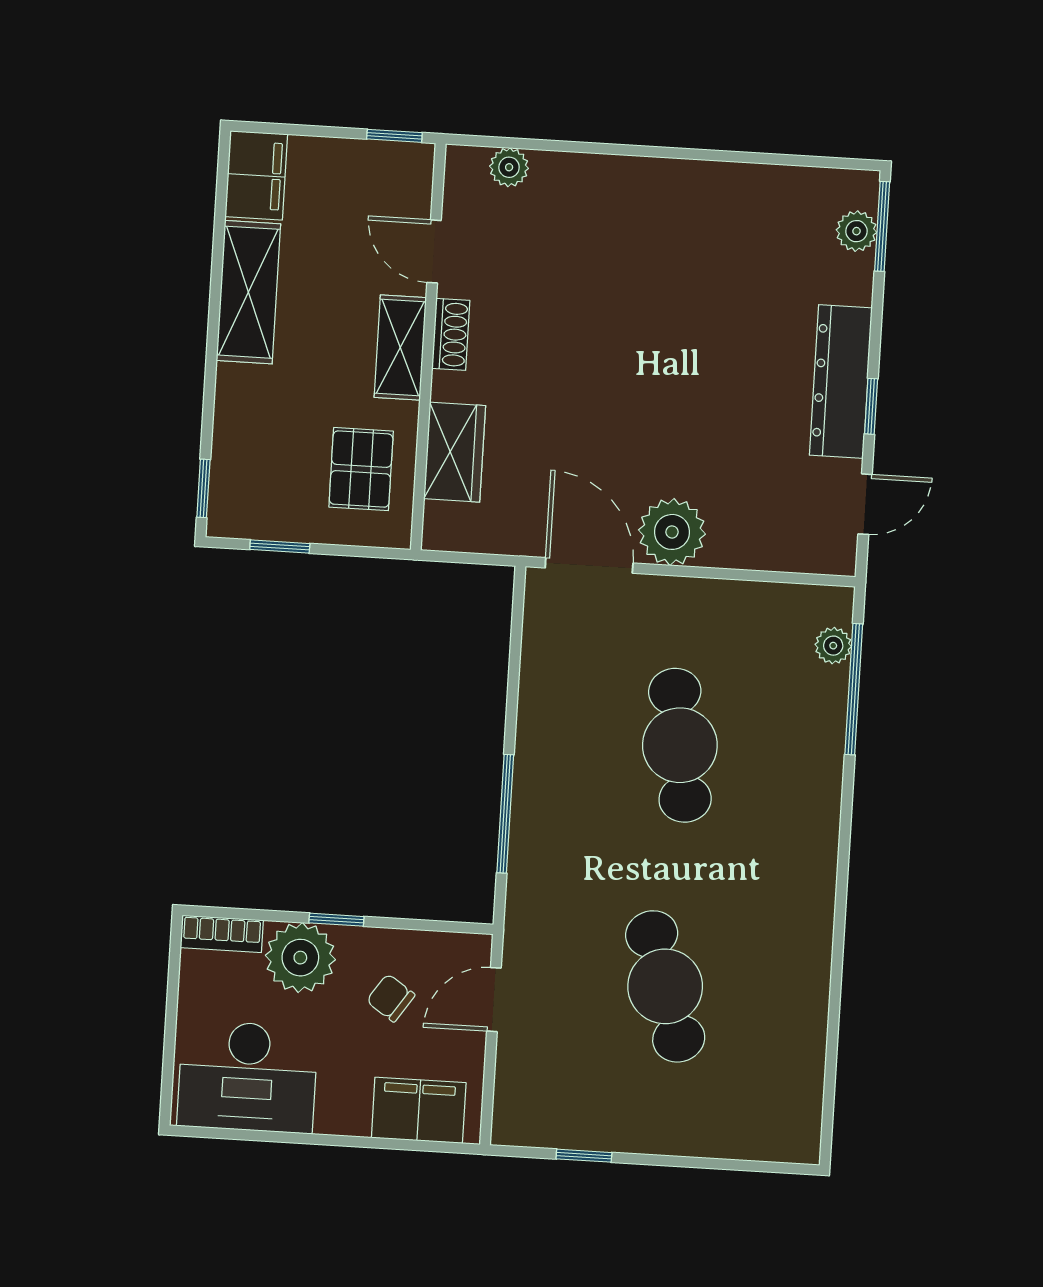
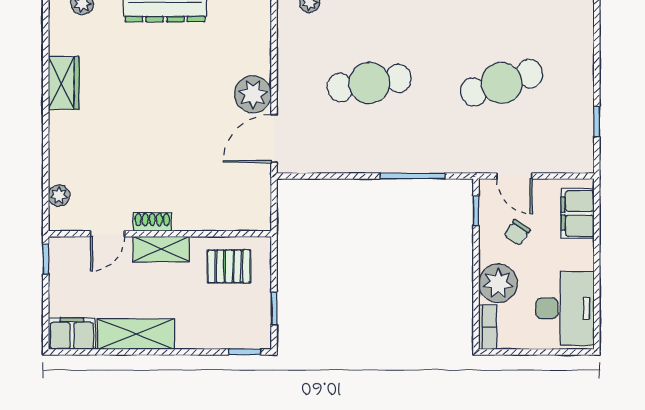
wardrobe: (455, 452) -> (64, 83), moved, turned 90
window: (336, 920) -> (476, 211), moved

